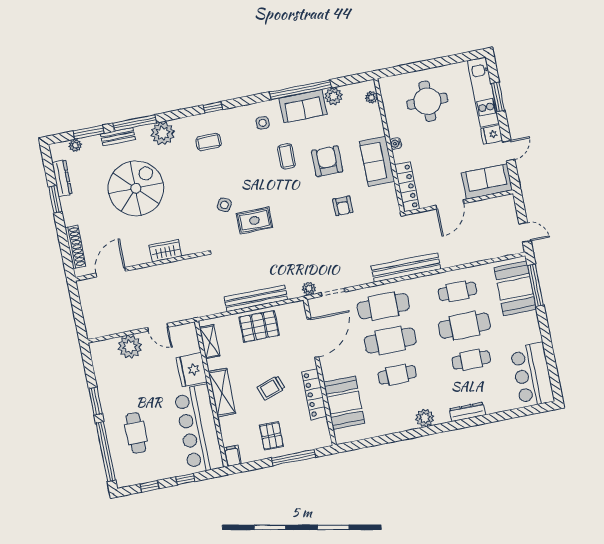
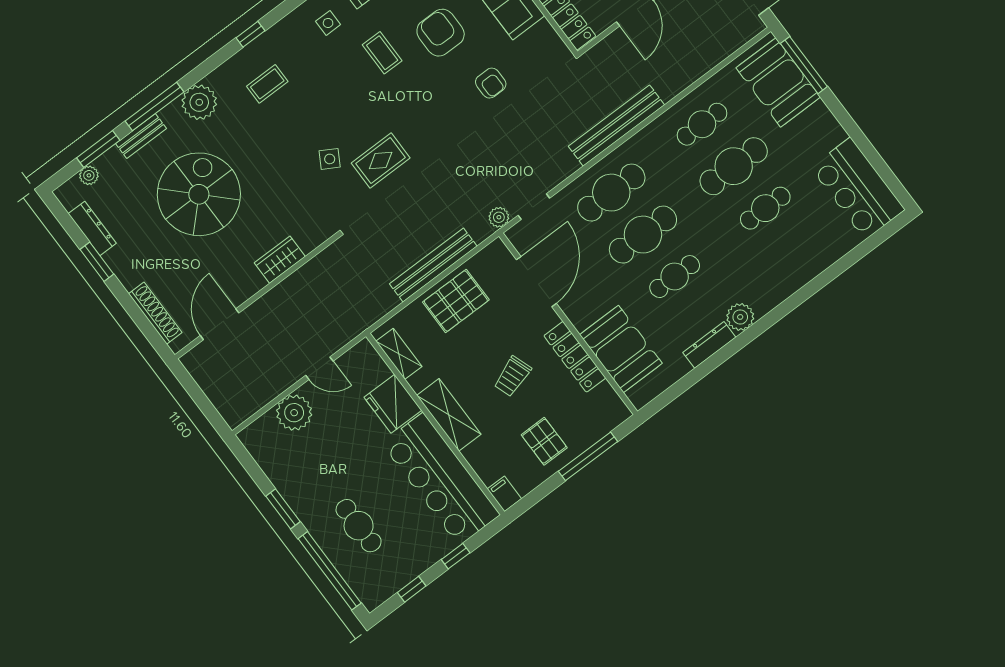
dresser: (467, 412) -> (709, 345), moved

